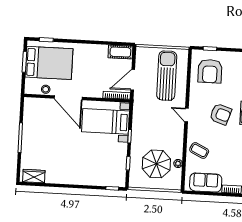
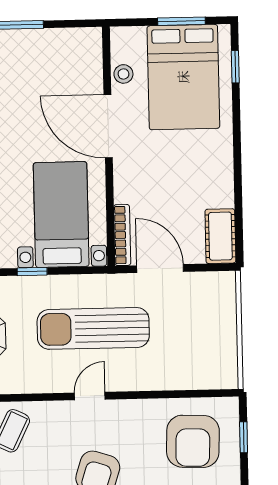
armchair: (210, 71) -> (193, 441), turned -88
sun lounger: (167, 76) -> (93, 328), moved, turned 180
door: (68, 98) -> (108, 126), hinge flipped

